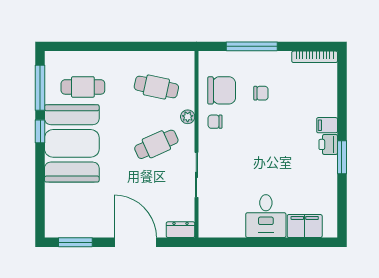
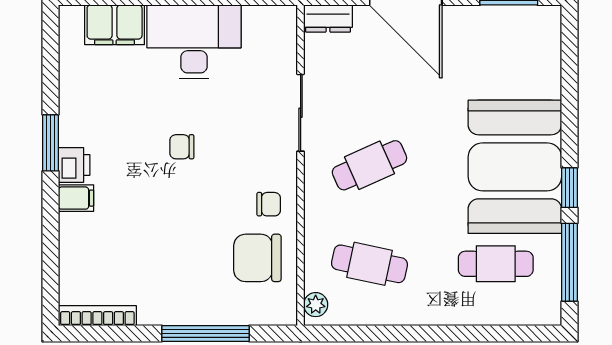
chair: (261, 93) -> (182, 147), moved
plant: (188, 117) -> (316, 305), moved
desk: (266, 216) -> (194, 42), width x1.37

